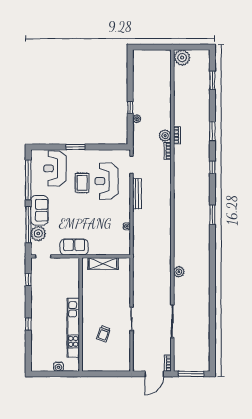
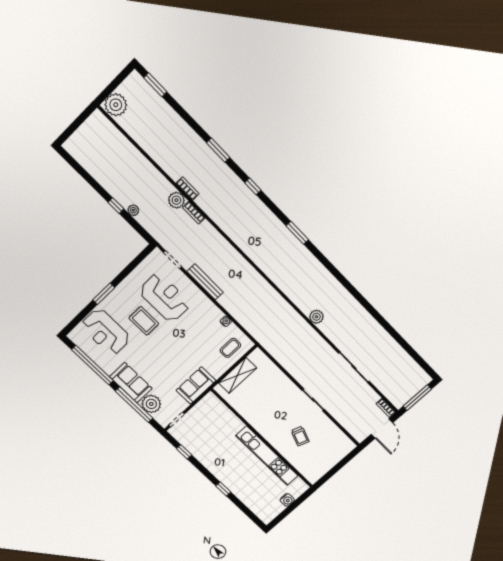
window: (212, 80) -> (155, 85), moved
reception desk: (107, 181) -> (165, 298), turned 180
coffee table: (115, 244) -> (230, 348), added

